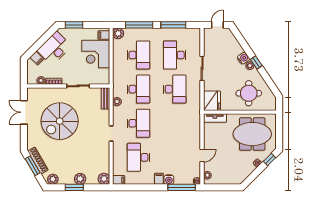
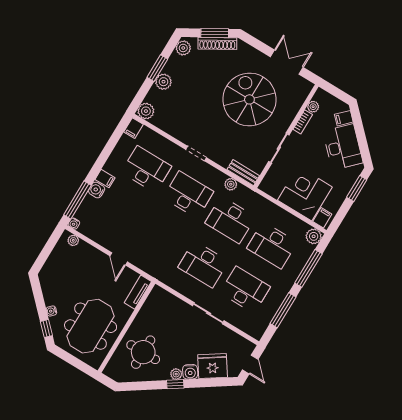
fridge: (212, 101) -> (213, 366), moved, turned 146
desk: (139, 123) -> (188, 195), turned 180
door: (202, 156) -> (119, 259), moved

